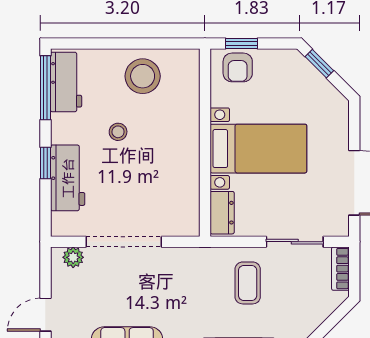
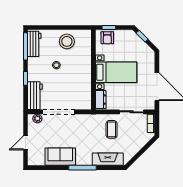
workbench: (68, 178) -> (35, 96), moved

